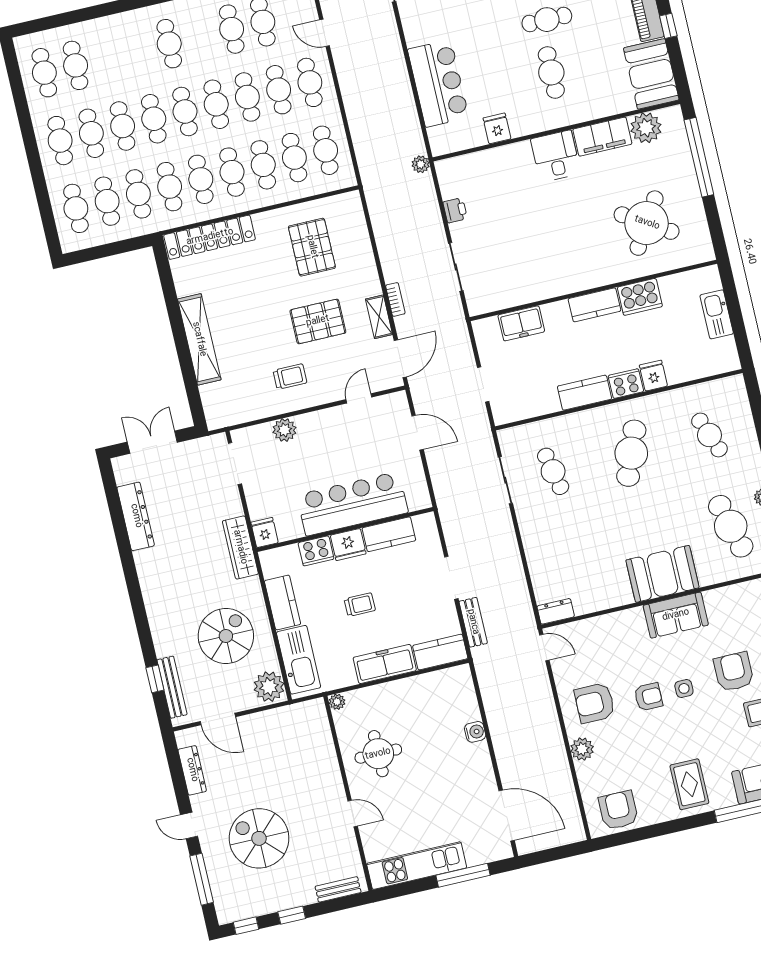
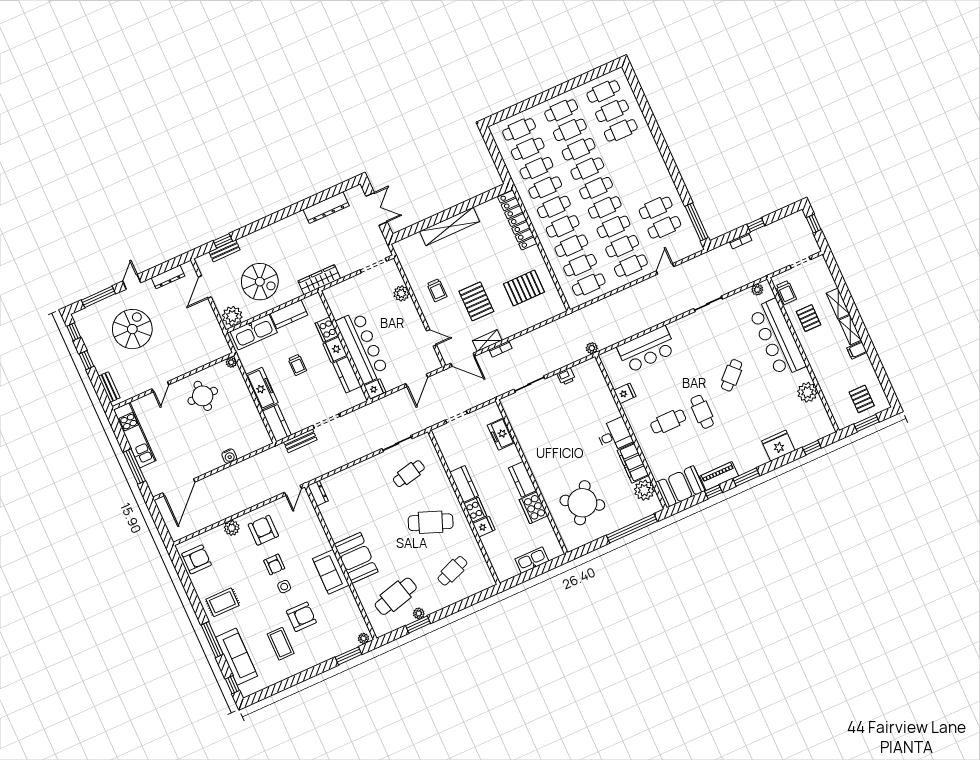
cafe table: (169, 44) -> (621, 130), moved
fridge: (265, 533) -> (375, 389), moved
bench: (172, 687) -> (225, 251), width x0.73

